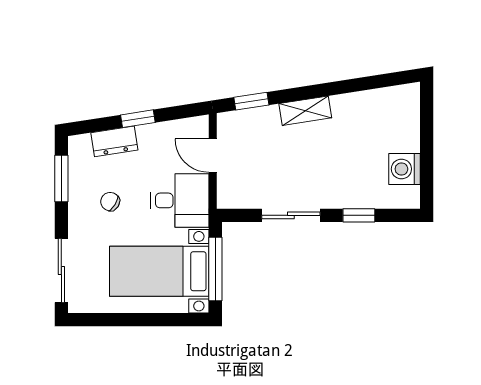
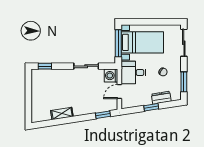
shelving: (305, 111) -> (62, 113), moved
door: (213, 156) -> (119, 92), swing flipped
washing machine: (405, 169) -> (111, 76), moved, turned 180
window: (359, 215) -> (45, 66), moved

